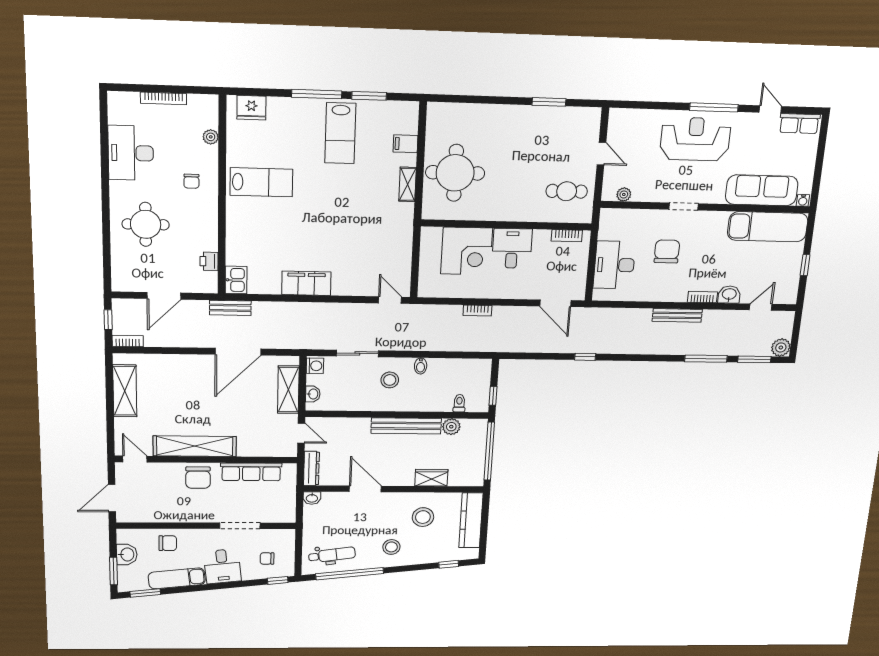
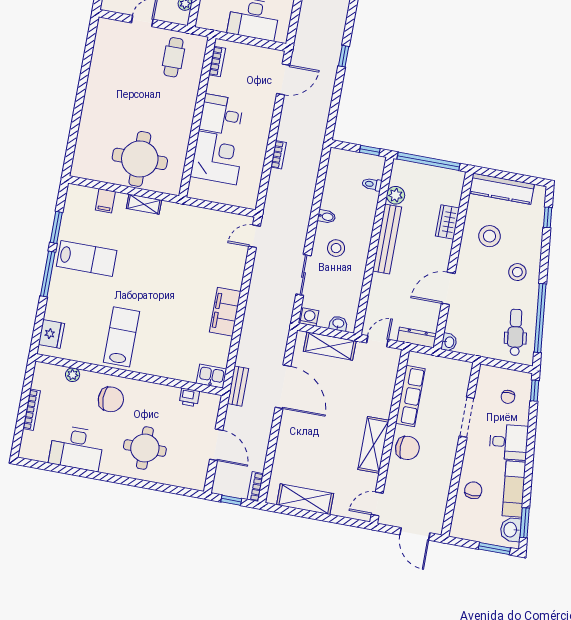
window: (549, 102) -> (86, 65), removed
chair: (191, 181) -> (111, 399), width x1.87, depth x1.87
shelving: (195, 446) -> (373, 445), width x0.68
washbasin: (127, 554) -> (511, 530), moved, turned -96

